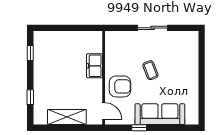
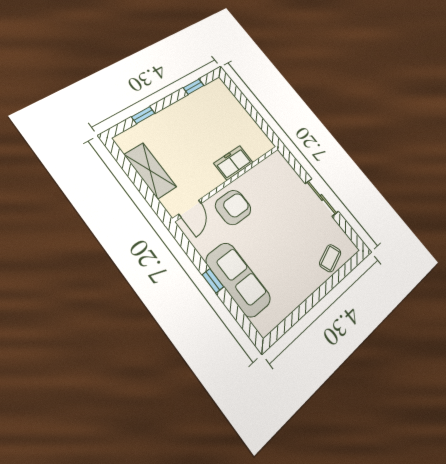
coffee table: (150, 70) -> (330, 258), moved
armchair: (120, 86) -> (233, 207), turned -90
window: (139, 128) -> (213, 281), moved

